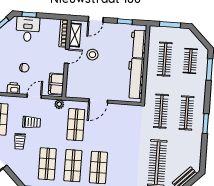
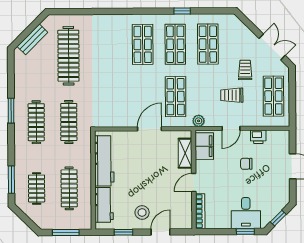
shelving: (75, 35) -> (185, 153), moved
stool: (92, 55) -> (142, 212), moved

